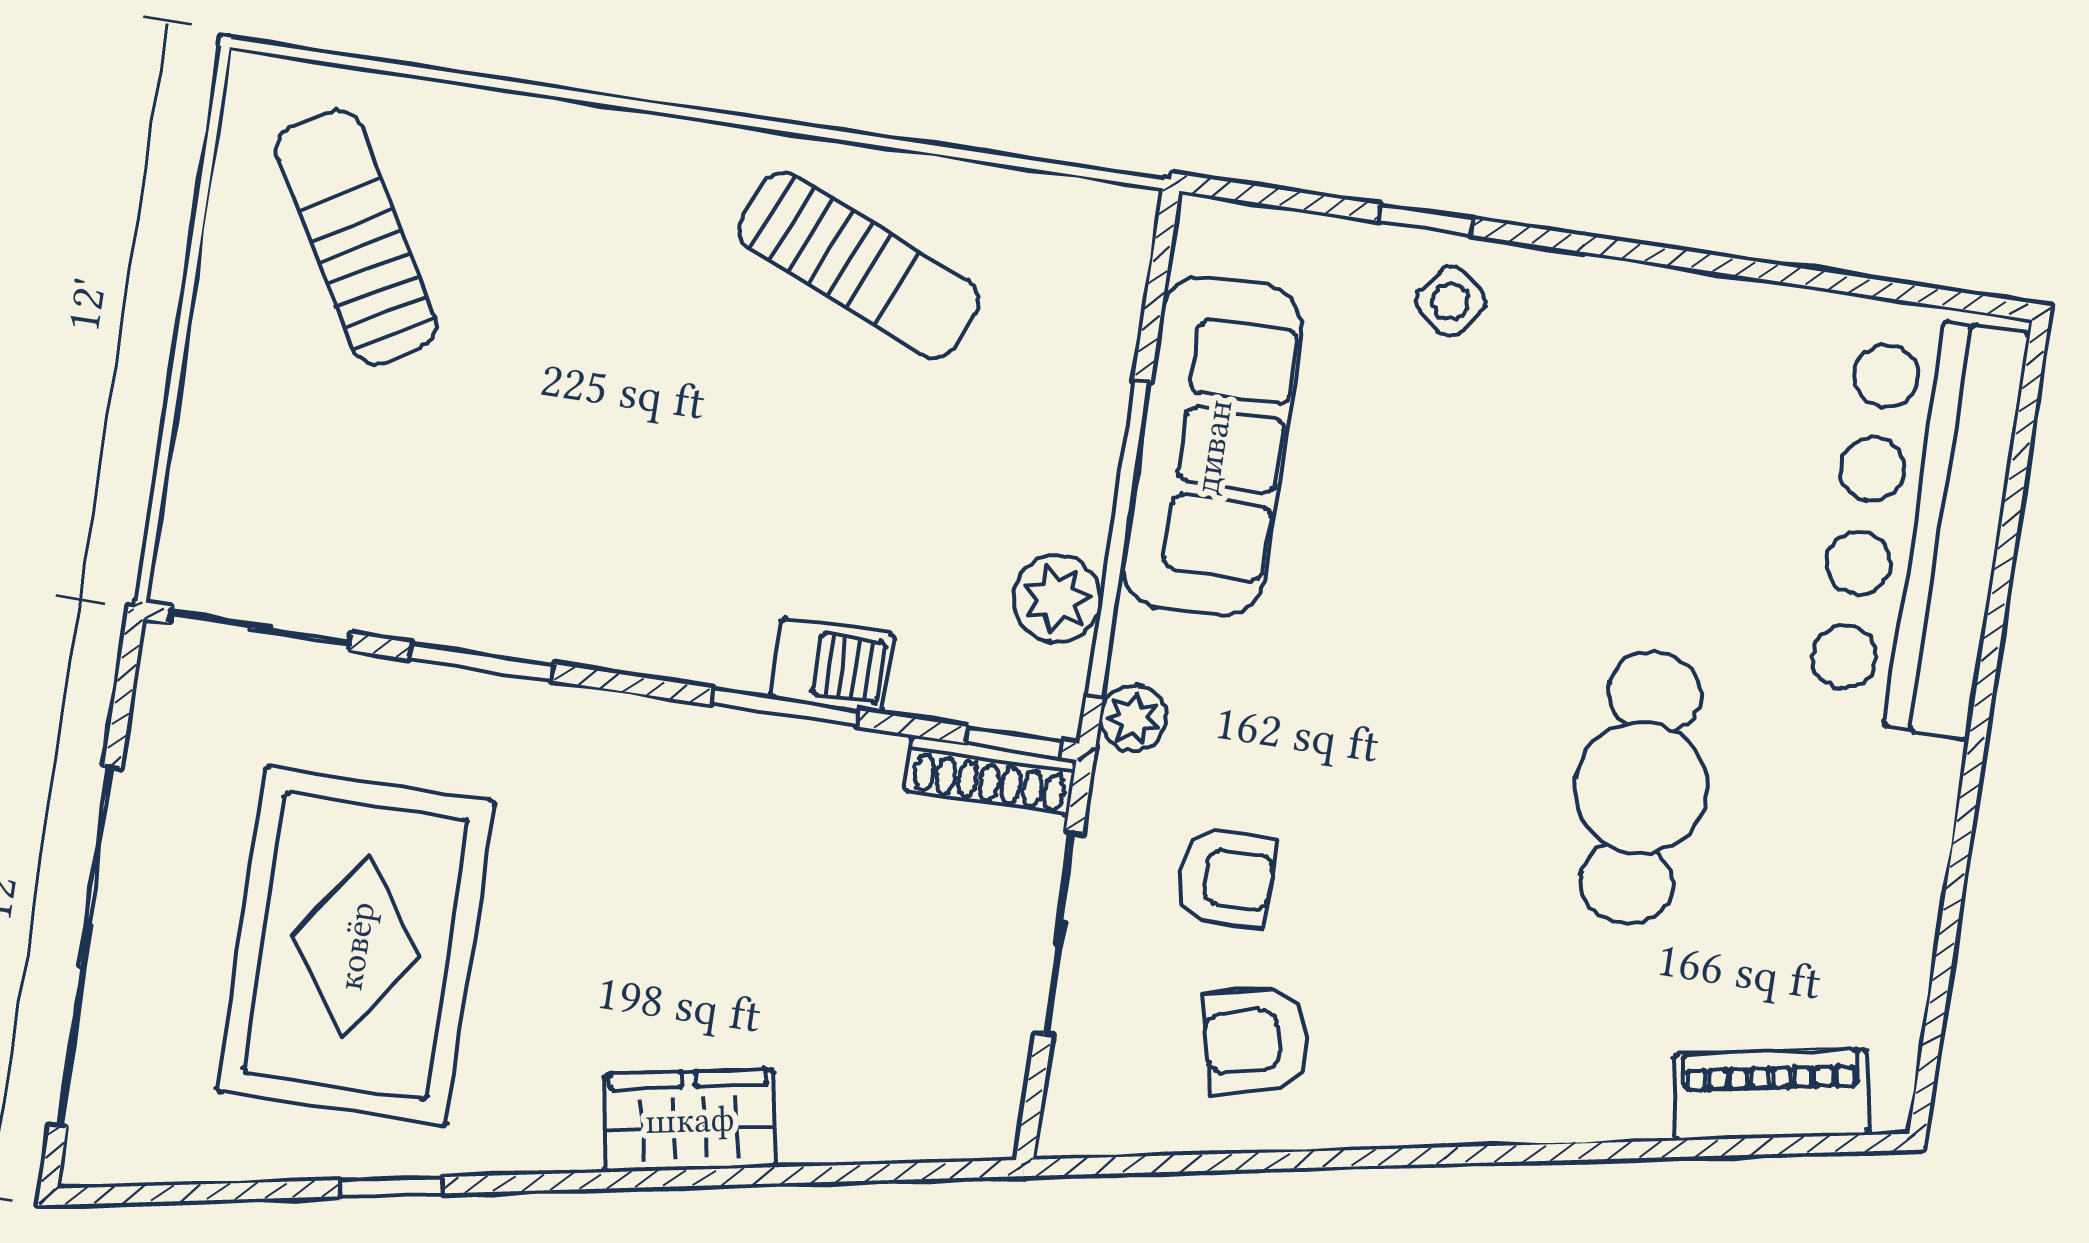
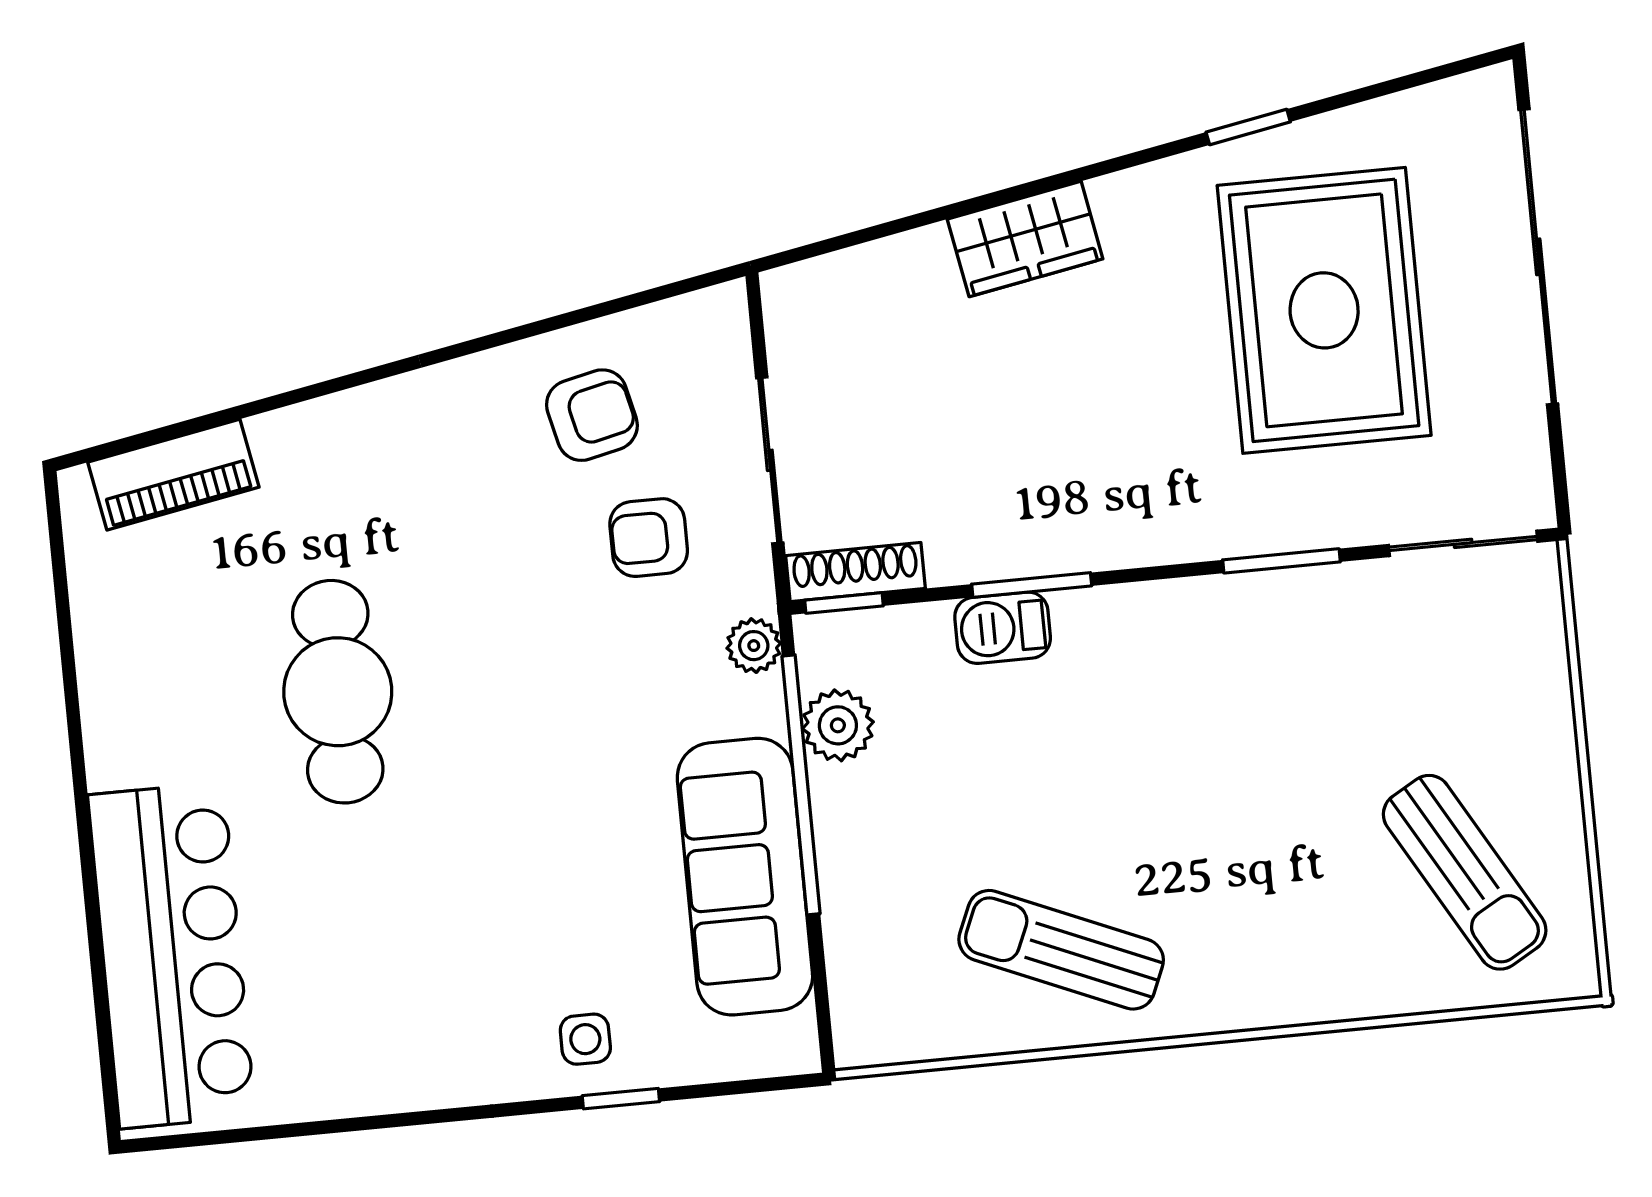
side table: (1451, 301) -> (585, 1039), turned -38

